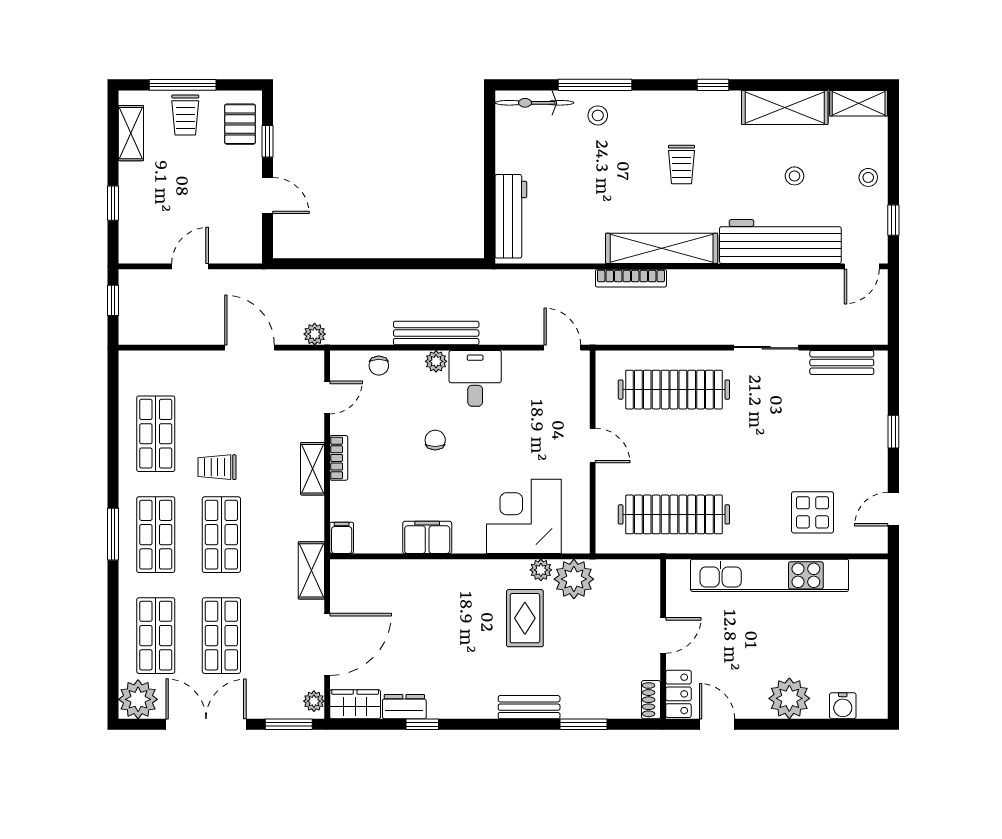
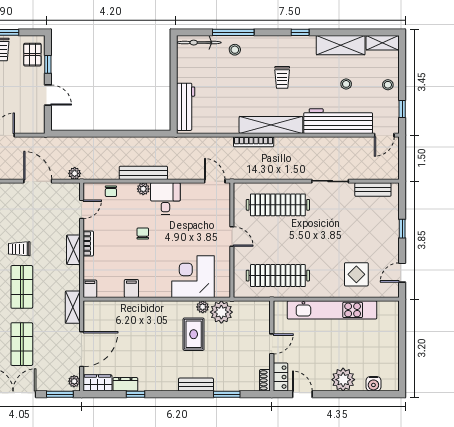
filing cabinet: (427, 537) -> (131, 288), width x0.50

